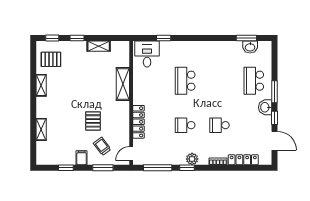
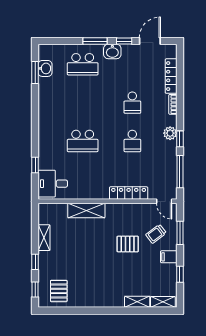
shelving: (41, 85) -> (163, 302), moved

